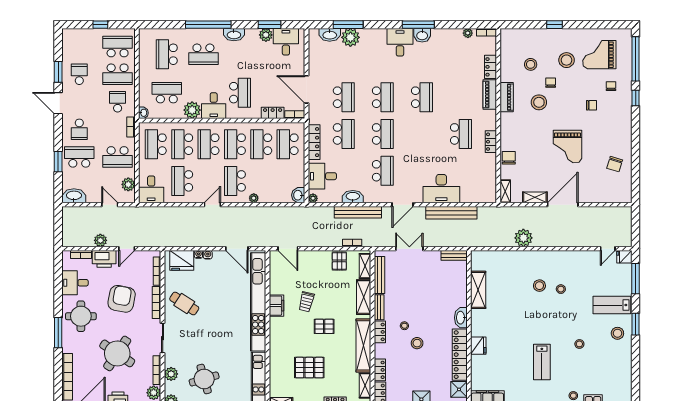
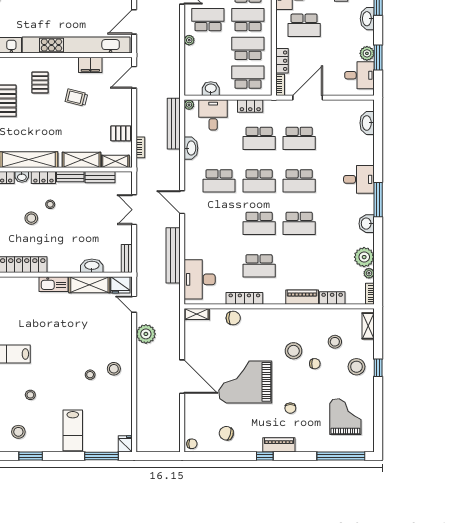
window: (348, 25) -> (378, 143), removed
window: (418, 25) -> (378, 200), moved
plant: (350, 37) -> (364, 257), moved
desk: (400, 42) -> (359, 179), moved
stool: (567, 60) -> (356, 367), moved
chair: (611, 86) -> (192, 444), moved
piano: (507, 97) -> (279, 445), moved, turned 180
window: (636, 98) -> (265, 456), moved
school desk: (422, 134) -> (259, 223), added
locker: (314, 142) -> (250, 106), width x0.66
locker: (491, 142) -> (244, 298), width x1.53
grand piano: (567, 147) -> (245, 382), width x1.37, depth x1.48
desk: (441, 189) -> (200, 279), moved
washbasin: (298, 195) -> (211, 89), moved
shelving: (535, 197) -> (368, 326), moved
bench: (358, 212) -> (174, 124), moved
double door: (409, 249) -> (134, 210), swing flipped
door: (608, 249) -> (134, 304), moved
bench: (380, 275) -> (100, 177), width x0.73
stool: (539, 286) -> (114, 369), moved
lab bench: (612, 305) -> (73, 430), turned 180
filing cabinet: (276, 306) -> (90, 65), moved
washbasin: (461, 318) -> (92, 266), moved
kitchen sink: (478, 323) -> (54, 284), added
window: (636, 324) -> (31, 456), moved
pallet: (324, 326) -> (40, 82), moved
stool: (617, 333) -> (18, 432), moved
fridge: (478, 346) -> (120, 285), moved
washbasin: (379, 352) -> (22, 177), added

